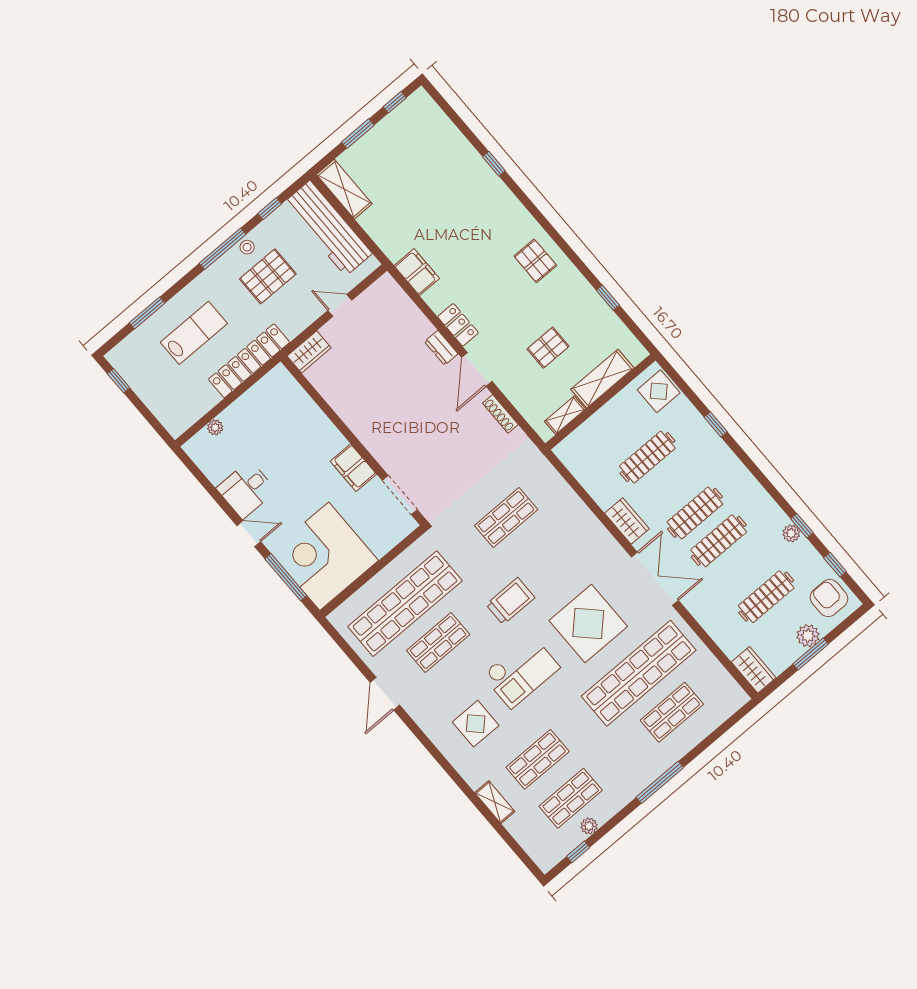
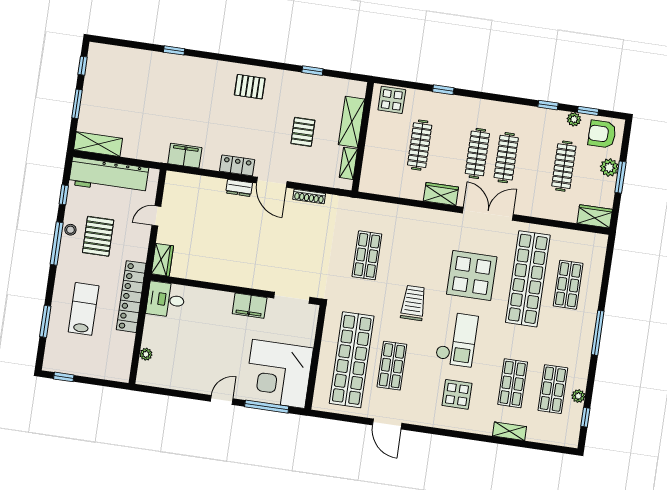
desk: (246, 489) -> (166, 300), moved, turned 90
plant: (791, 533) -> (574, 119), moved

